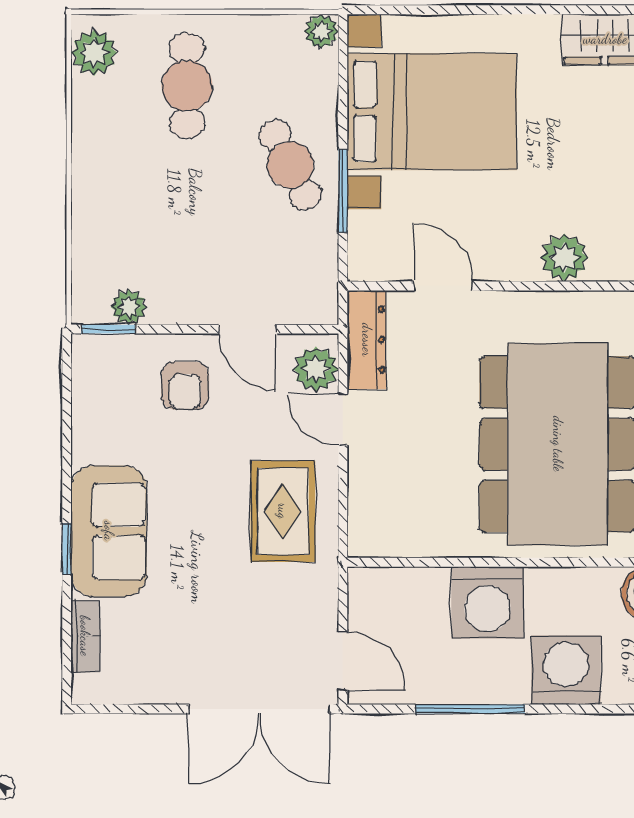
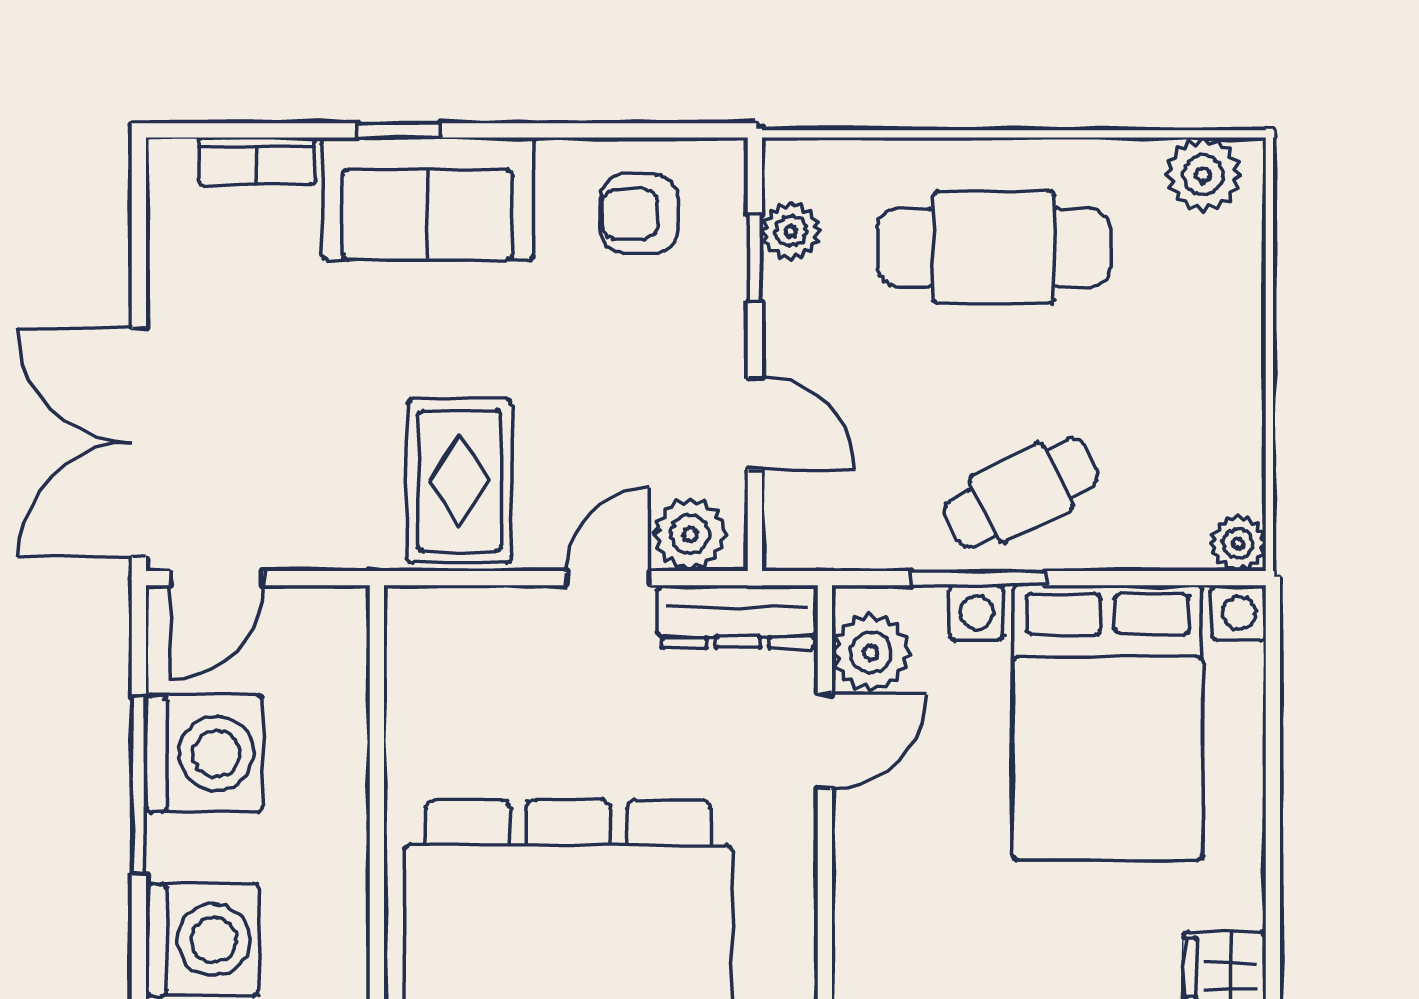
cafe table: (187, 86) -> (994, 248), moved, width x1.37, depth x1.35
plant: (564, 258) -> (871, 653), moved
window: (108, 329) -> (755, 258), moved
door: (247, 329) -> (755, 423), swing flipped
armchair: (185, 386) -> (639, 214), moved
rug: (283, 511) -> (459, 481), turned 90
washing machine: (488, 603) -> (204, 754), moved, turned 180

